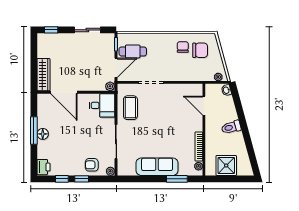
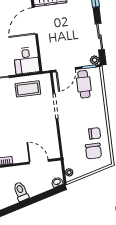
door: (116, 68) -> (66, 70), hinge flipped
plant: (110, 86) -> (95, 60), moved
door: (204, 106) -> (39, 162), hinge flipped

